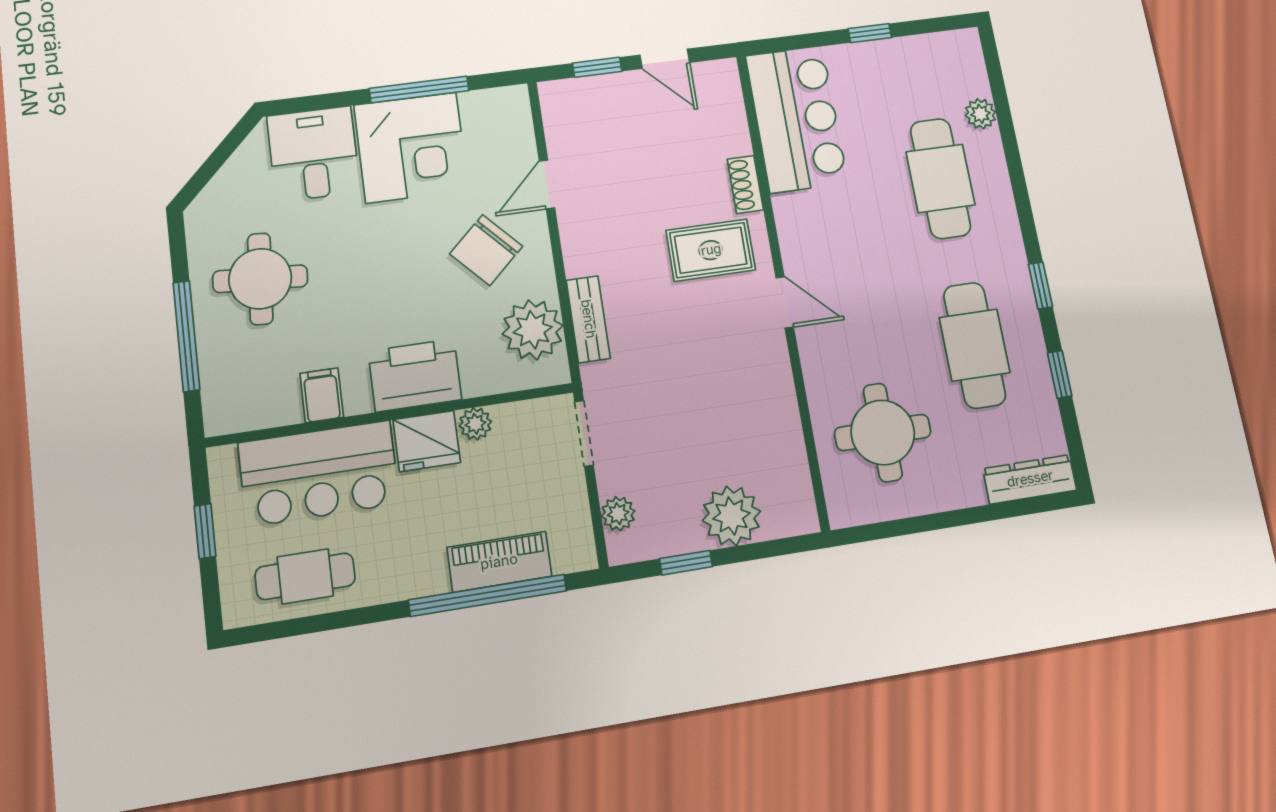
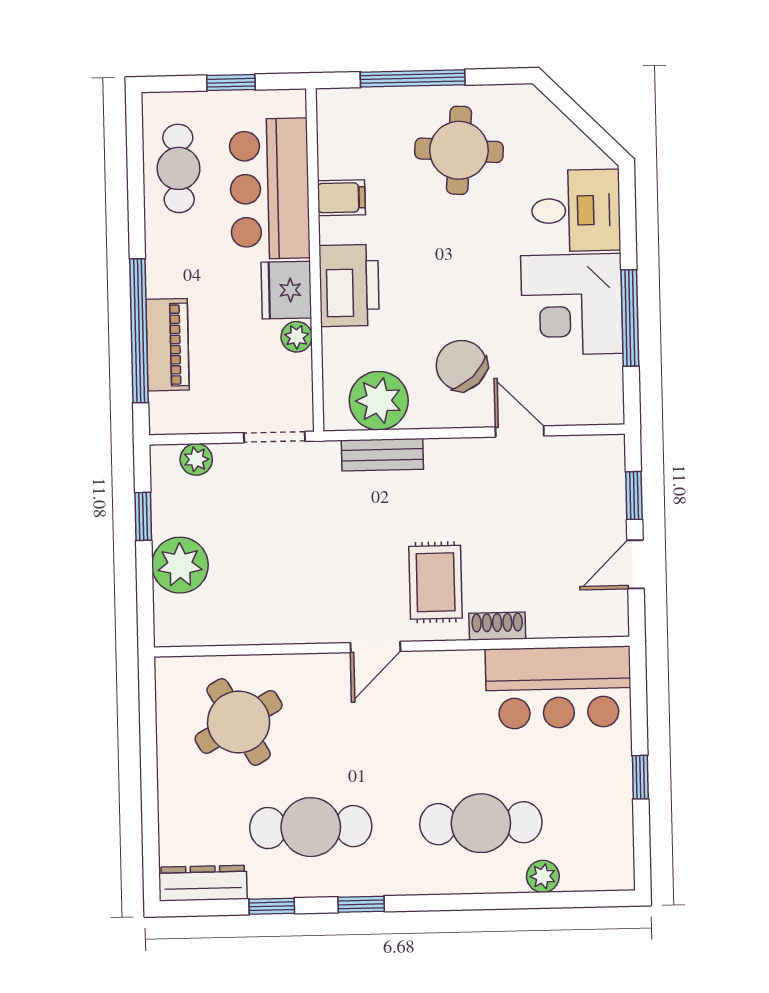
round table: (883, 432) -> (239, 722), turned -30
dresser: (1030, 479) -> (203, 883), moved, turned -90

